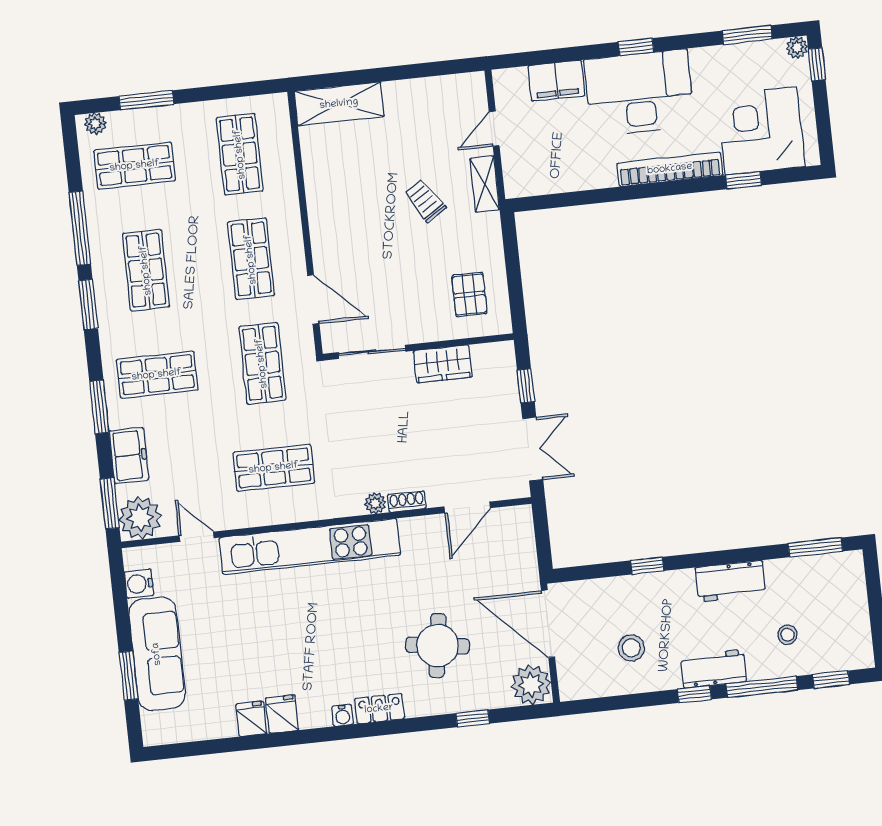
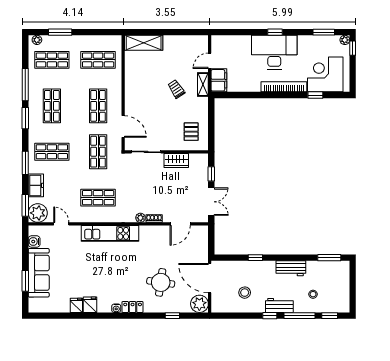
filing cabinet: (556, 81) -> (219, 80), moved, turned -90
shop shelf: (240, 154) -> (98, 60), turned 90
kitchen unit: (310, 546) -> (110, 233), width x0.73

